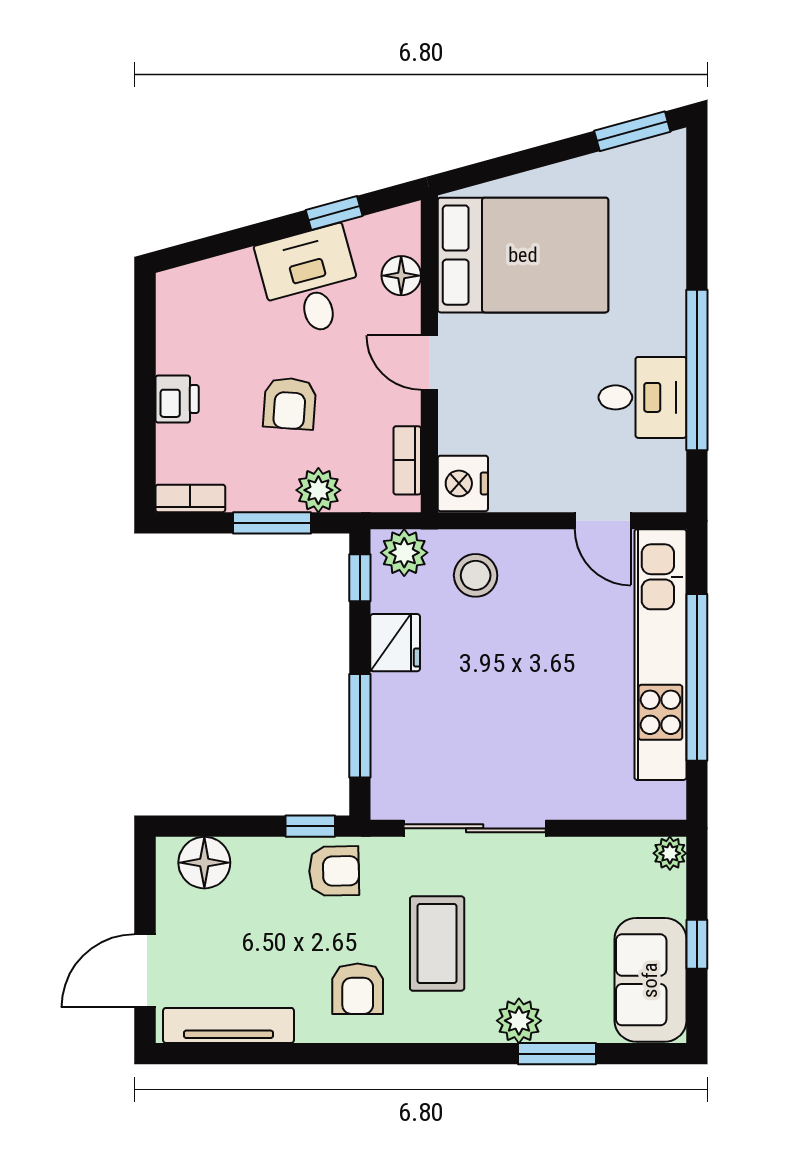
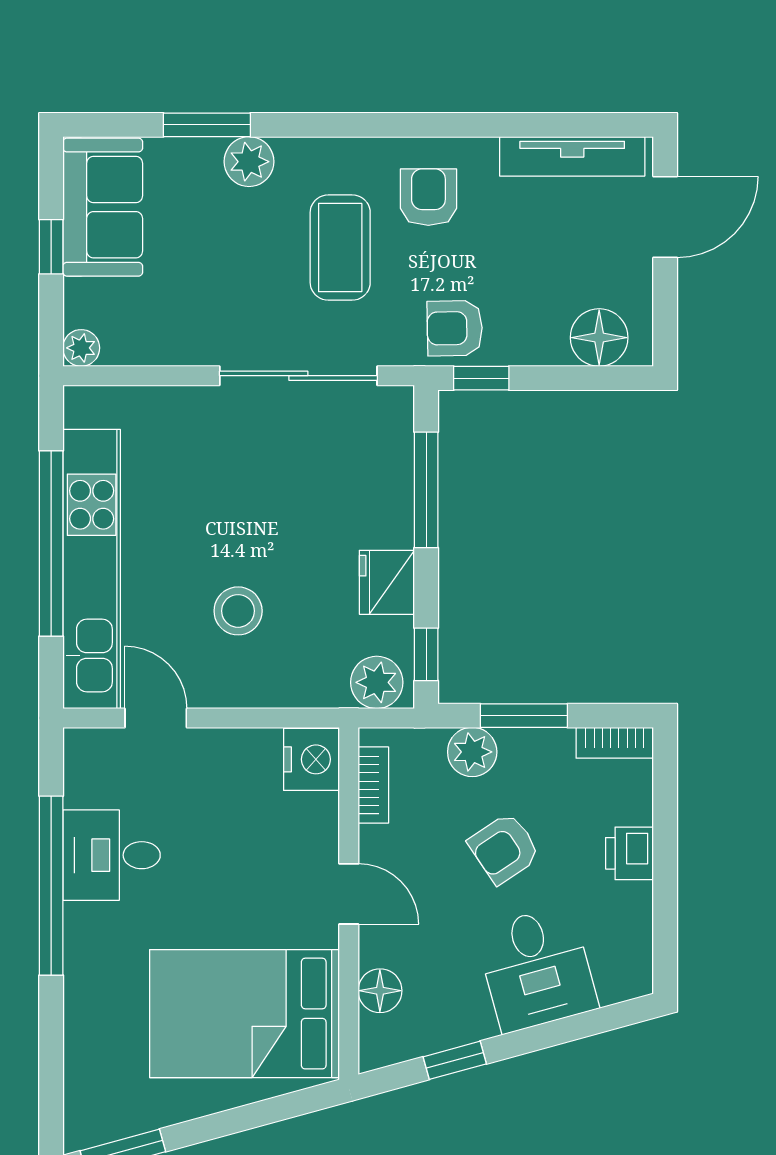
desk: (310, 282) -> (537, 969), moved
armchair: (290, 403) -> (504, 848), turned -128
stool: (476, 575) -> (238, 611), moved

